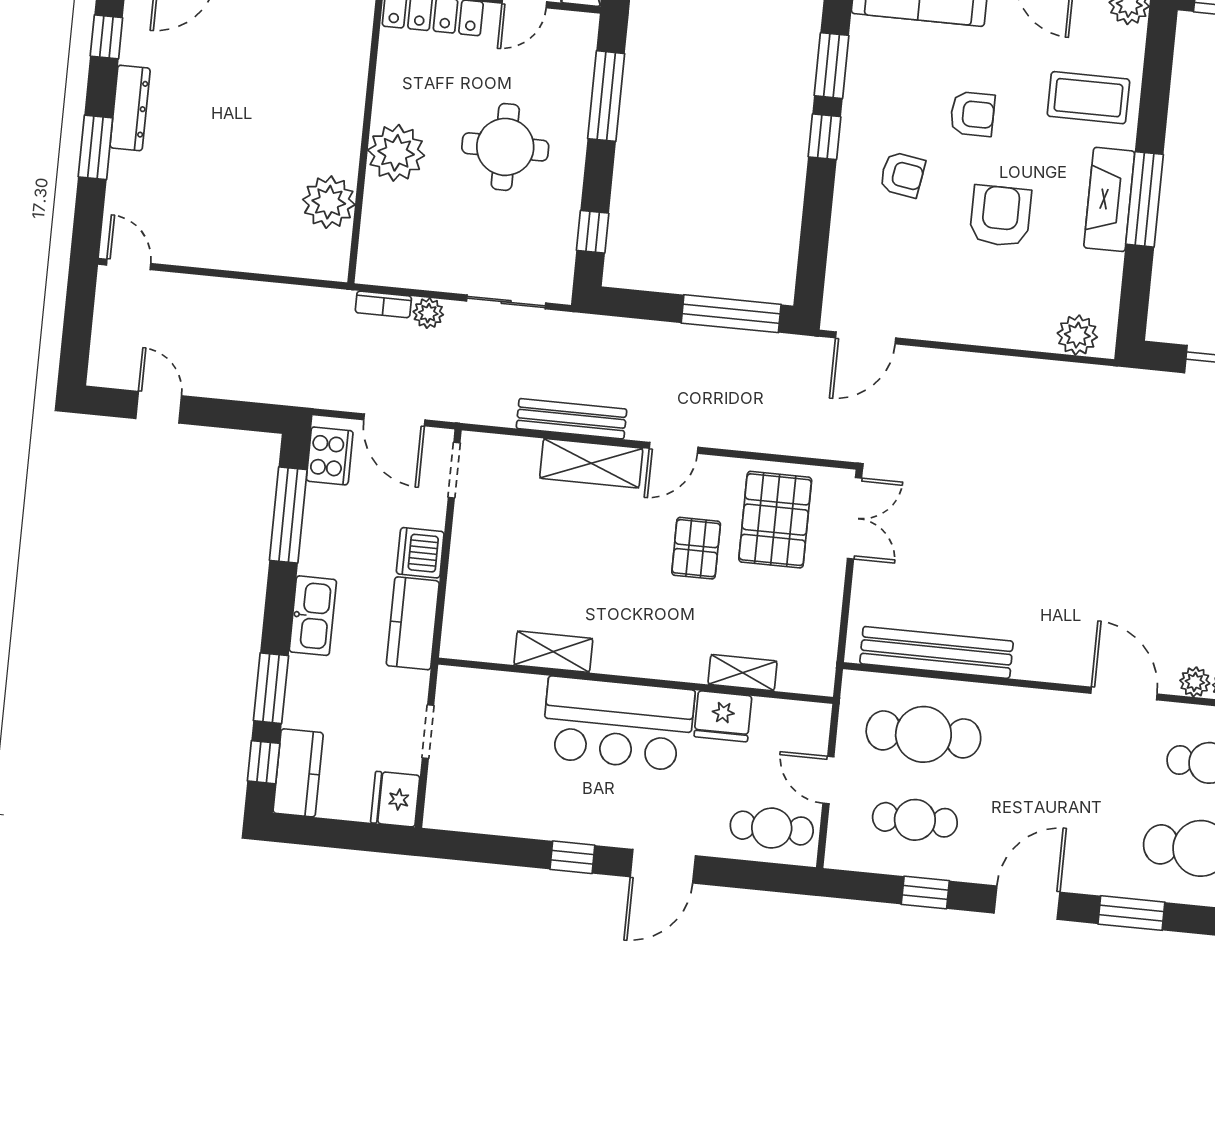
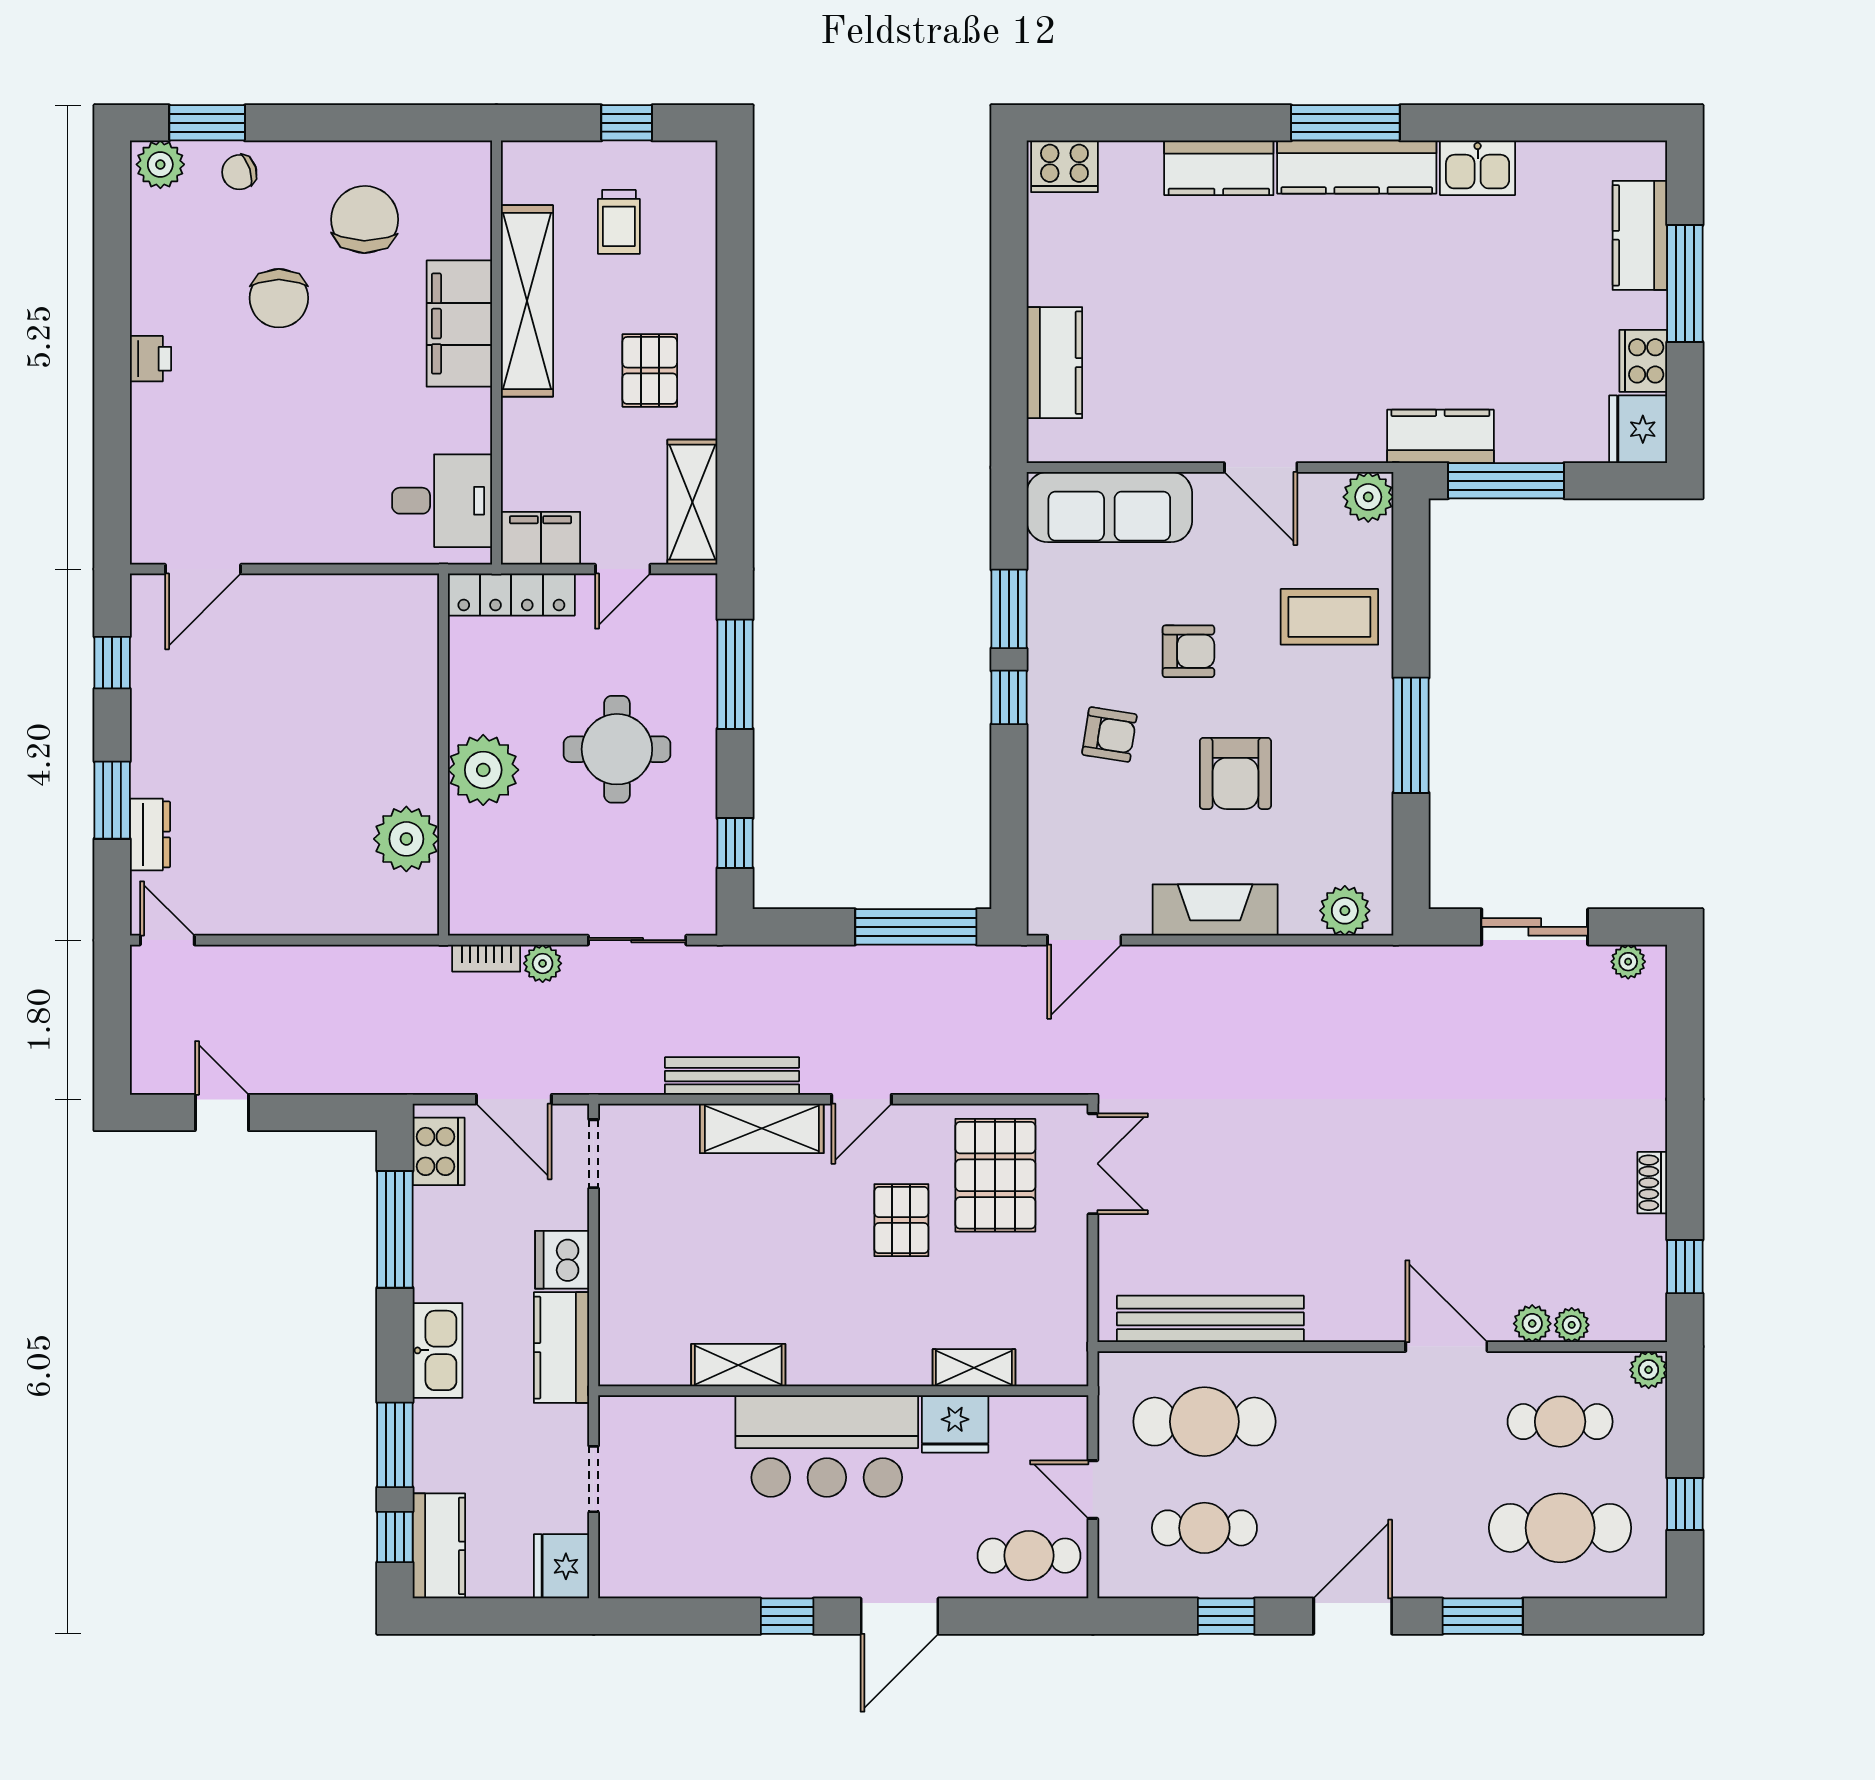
dresser: (130, 108) -> (150, 834), moved, width x0.70
fireplace: (1109, 199) -> (1215, 910), moved, turned 90
armchair: (1000, 216) -> (1235, 773), turned 180

